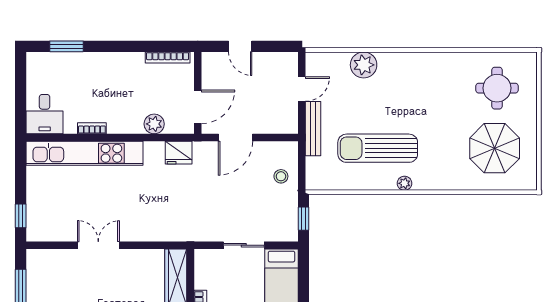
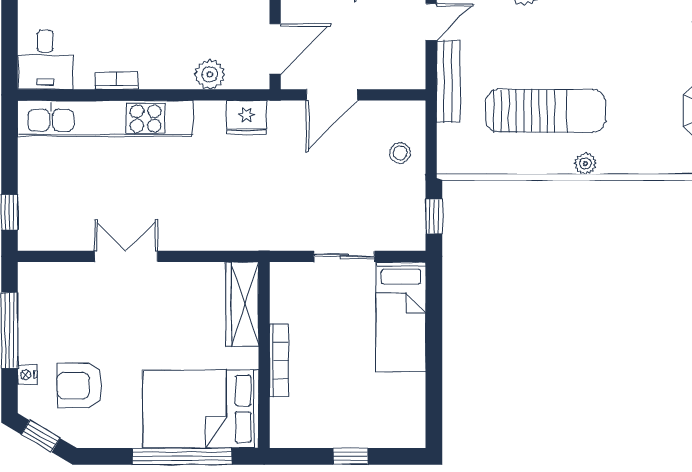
sun lounger: (378, 148) -> (545, 111), turned 180

